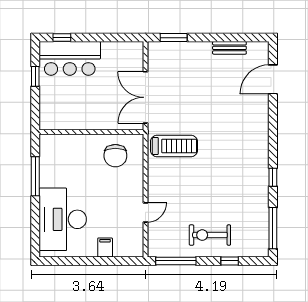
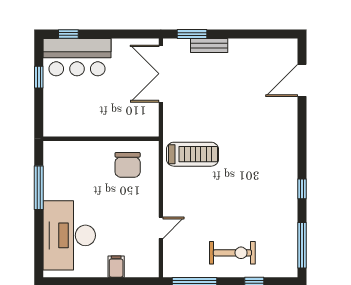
bench: (229, 48) -> (209, 45), moved
double door: (145, 97) -> (161, 74), moved
exercise bike: (210, 235) -> (232, 253), turned 180

